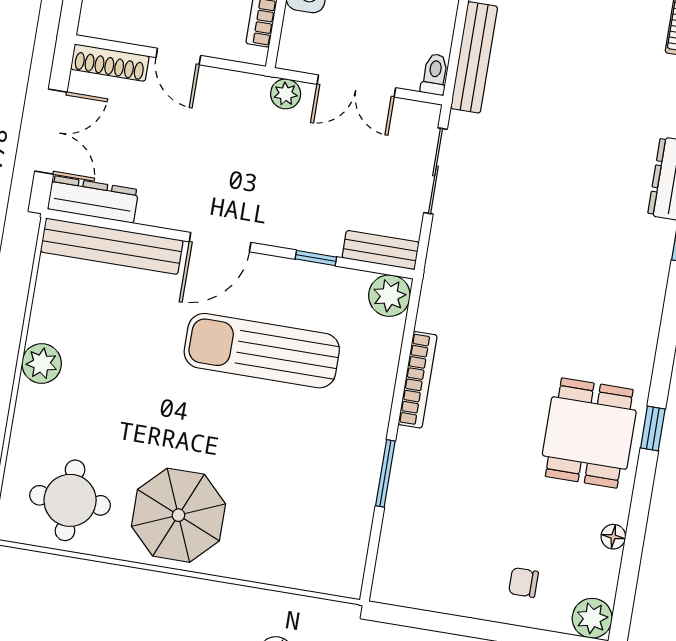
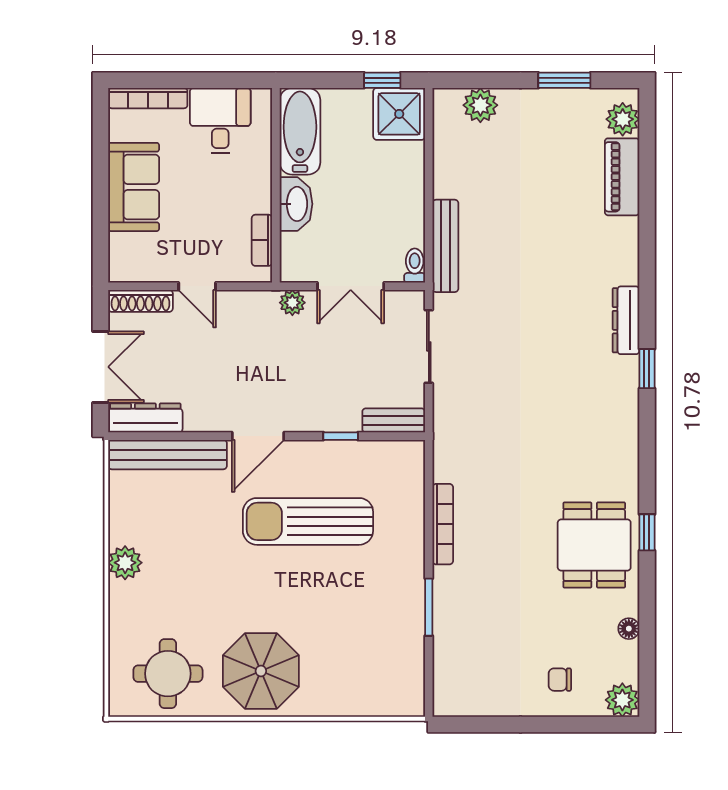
plant: (389, 296) -> (407, 457), removed

